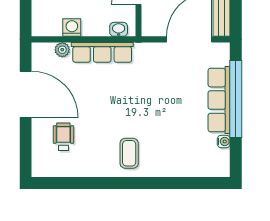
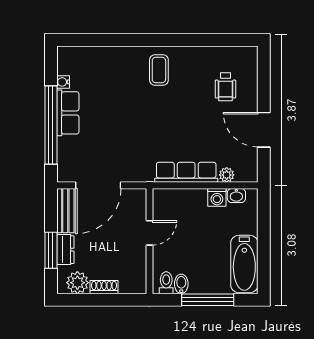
washbasin: (119, 29) -> (236, 196), moved
door: (26, 94) -> (264, 130), width x0.73
row of seats: (219, 100) -> (68, 113), width x0.68

